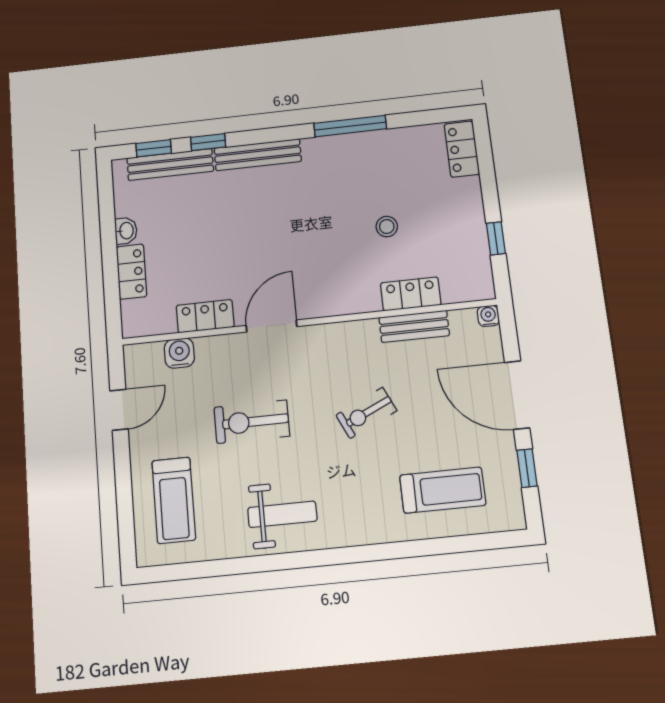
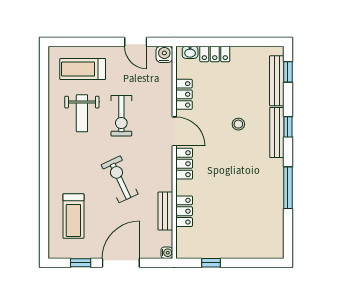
window: (208, 142) -> (288, 127), moved
locker: (462, 149) -> (184, 164), moved, turned 90
stool: (387, 227) -> (238, 124), moved
washbasin: (126, 231) -> (190, 52), moved
water cooler: (179, 353) -> (164, 54), moved, turned -90
exercise bike: (366, 413) -> (120, 179), width x1.38, depth x1.39
exercise bike: (252, 422) -> (121, 116), turned 180
weight bench: (282, 514) -> (82, 113), moved

